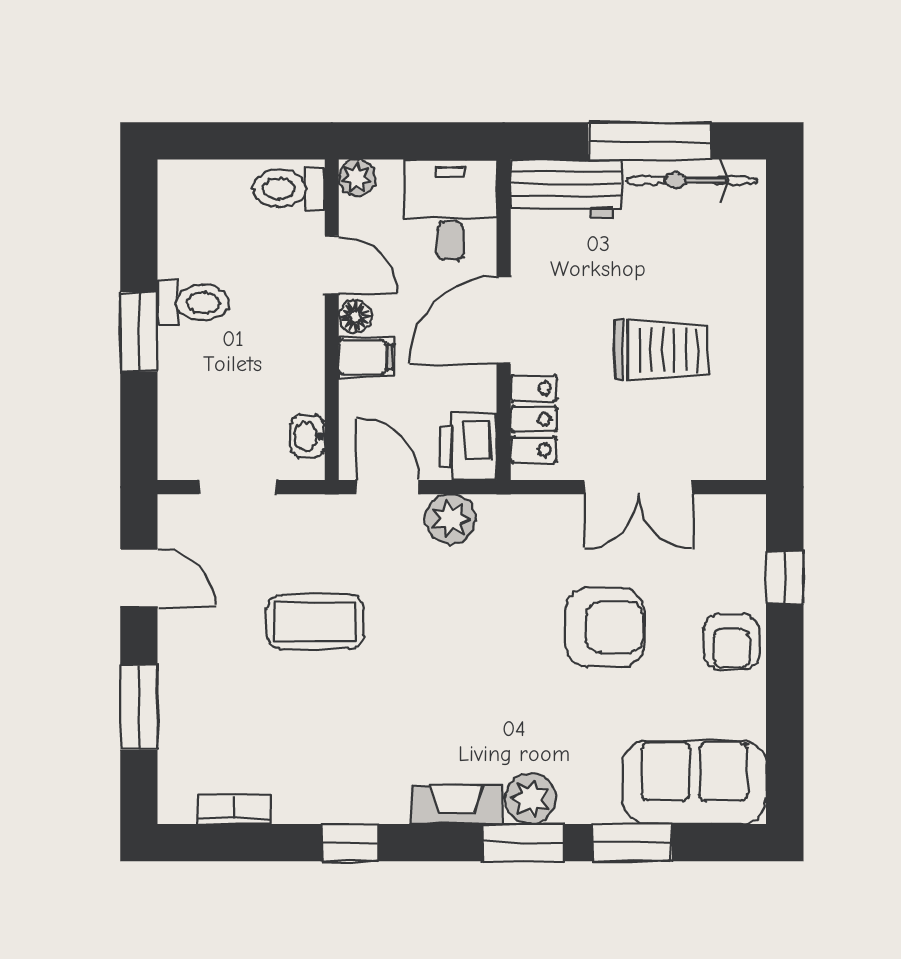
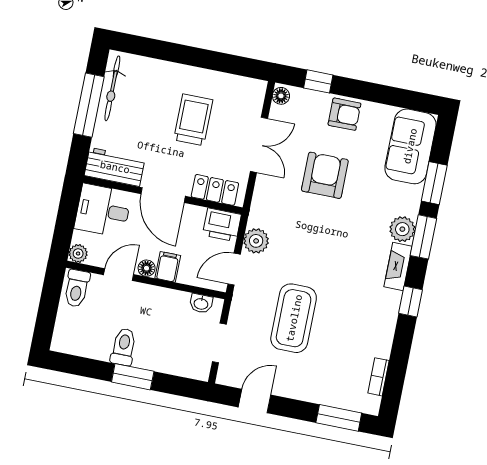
workbench: (566, 188) -> (115, 167), moved, turned -90
floor lamp: (742, 511) -> (281, 96), added
coffee table: (315, 622) -> (294, 318), width x1.36, depth x1.32
window: (139, 707) -> (339, 418), moved
window: (350, 843) -> (410, 302), moved

